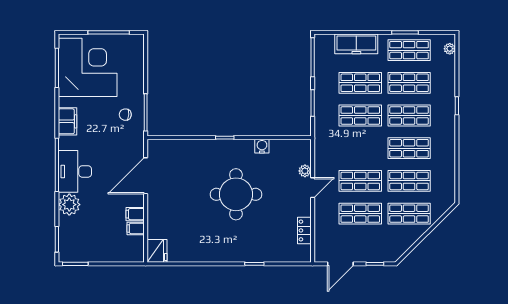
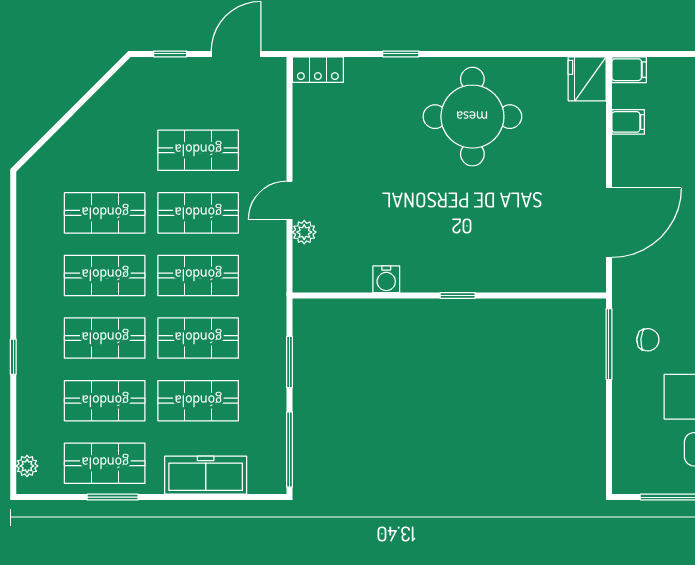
round table: (236, 194) -> (472, 117), moved
filing cabinet: (135, 214) -> (629, 70), moved
shop shelf: (409, 214) -> (198, 275), moved
locker: (304, 230) -> (318, 70), moved, turned 90

